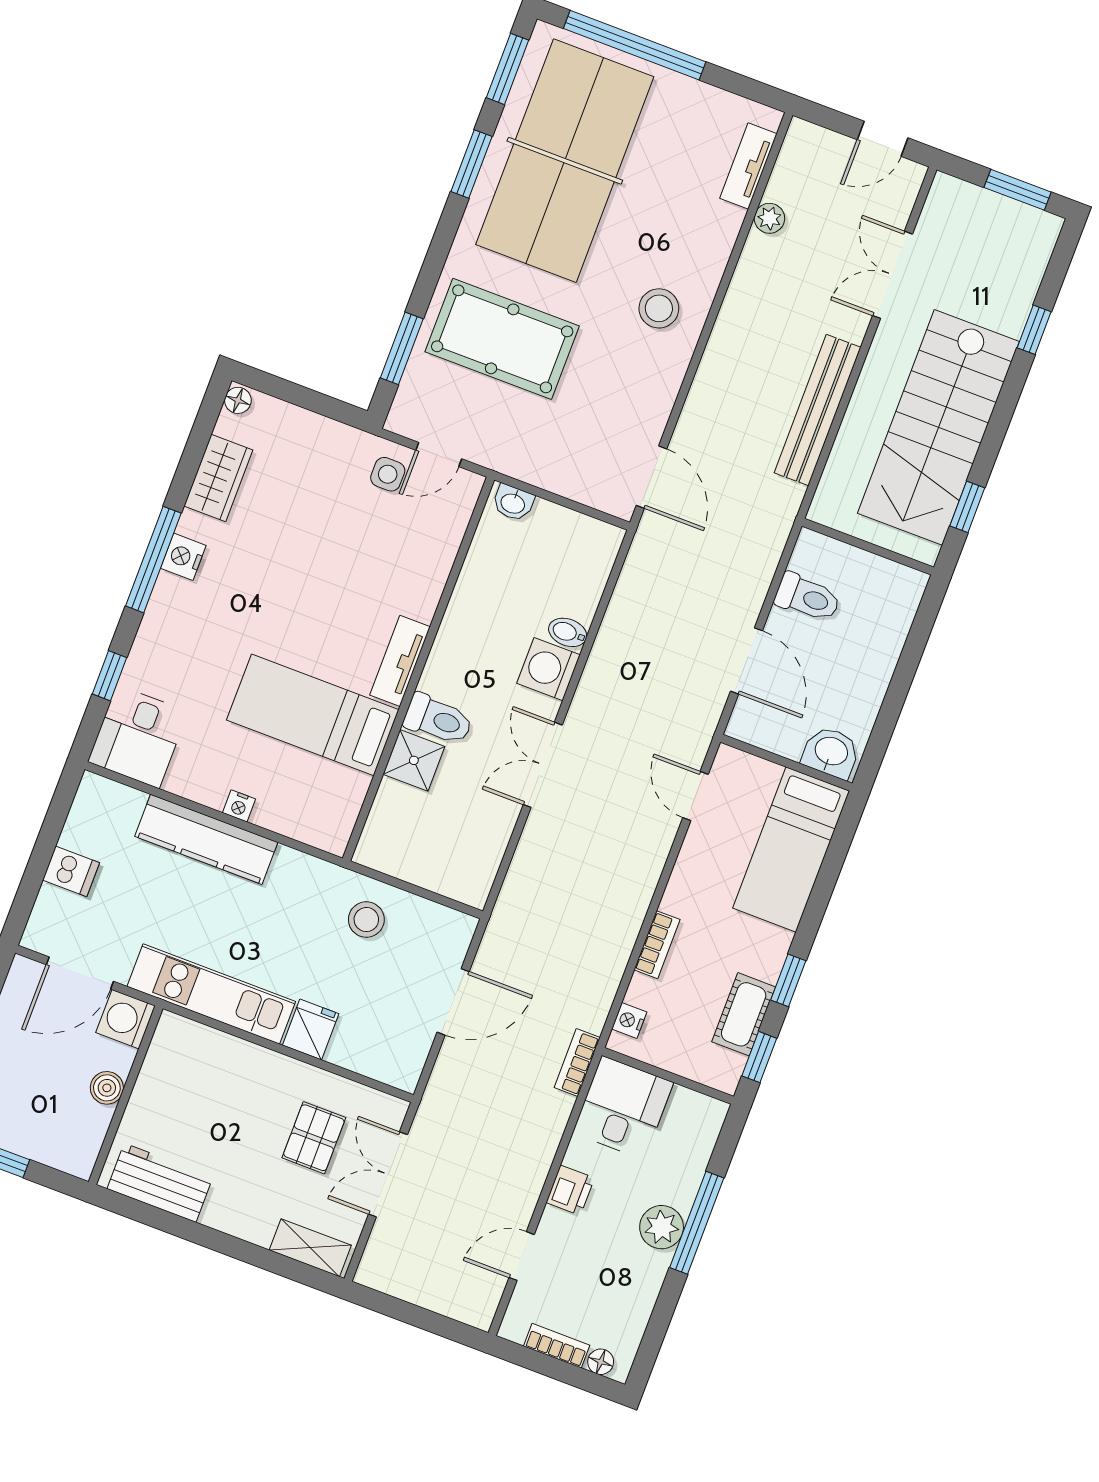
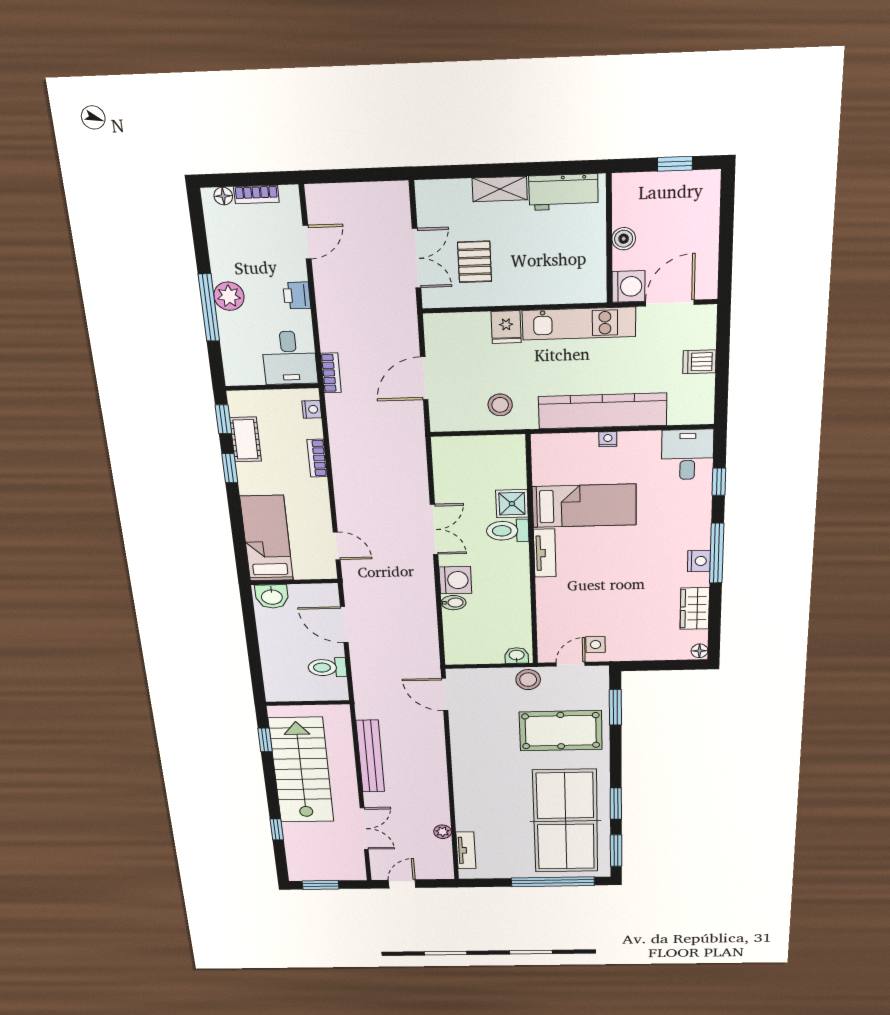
stool: (659, 308) -> (528, 680), moved
kitchen counter: (206, 839) -> (603, 411), width x1.39, depth x1.17
shelving: (310, 1248) -> (500, 189), moved

